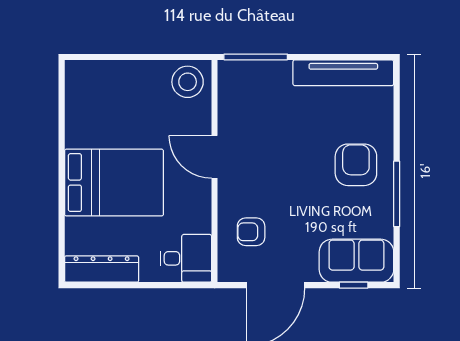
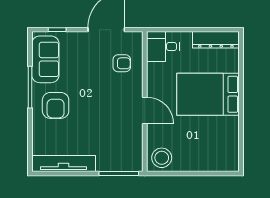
sofa: (356, 261) -> (45, 59), moved, turned -90

